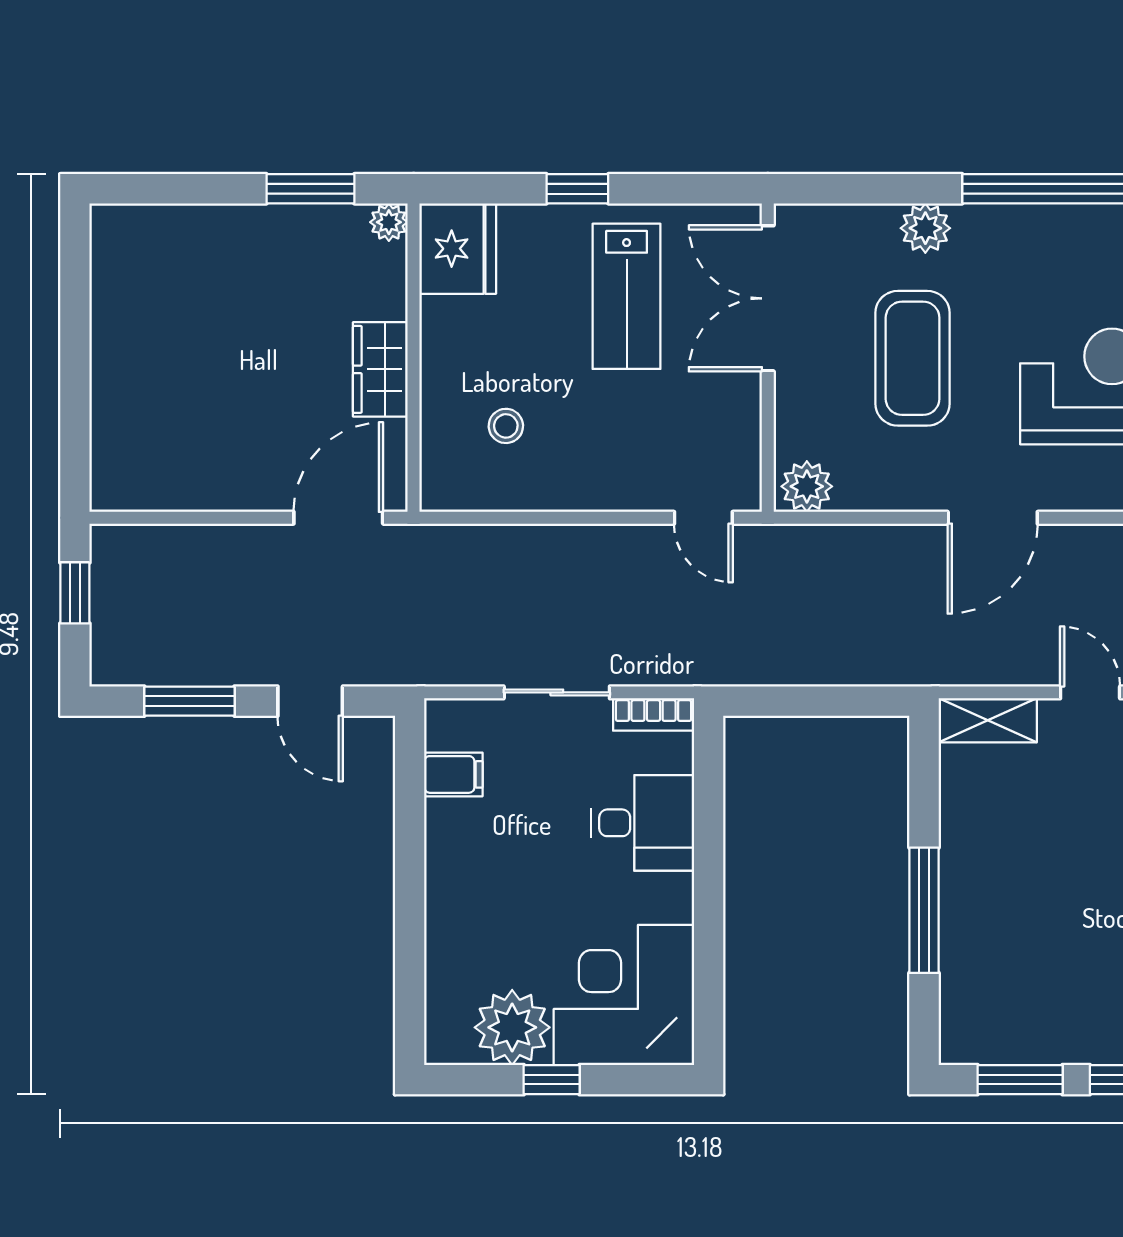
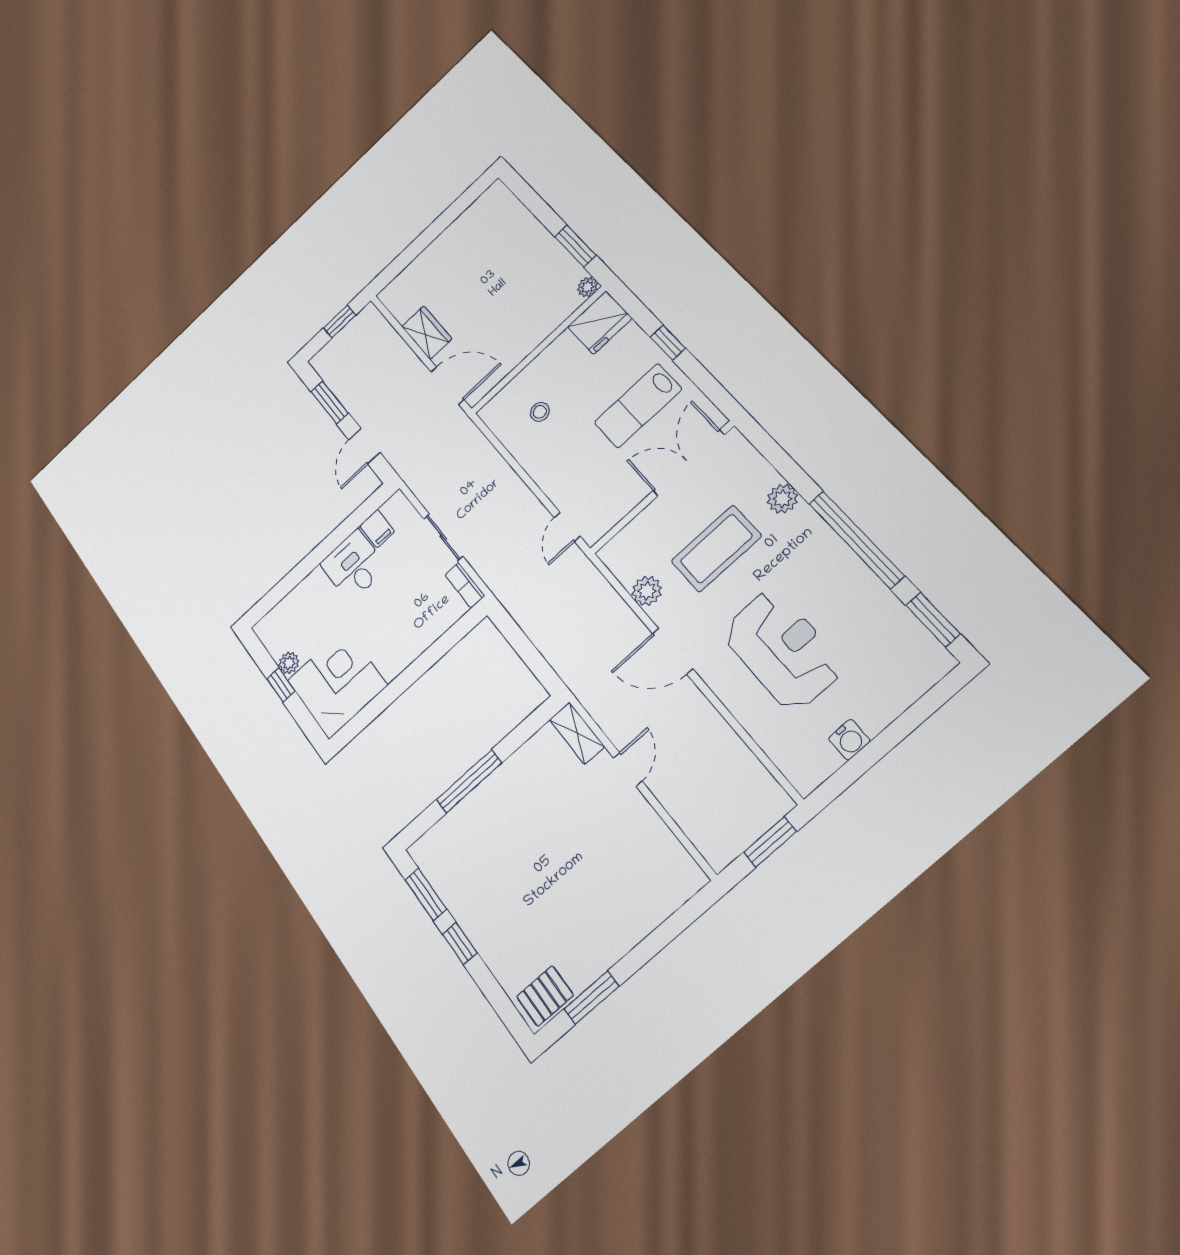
wardrobe: (380, 369) -> (427, 333), moved, turned 90
plant: (807, 486) -> (647, 591), moved
desk: (642, 823) -> (354, 566), moved, turned 180
plant: (512, 1027) -> (289, 663), width x0.53, depth x0.53

